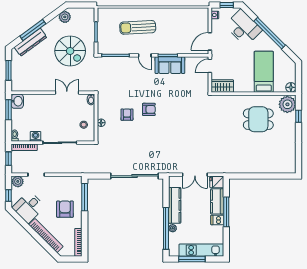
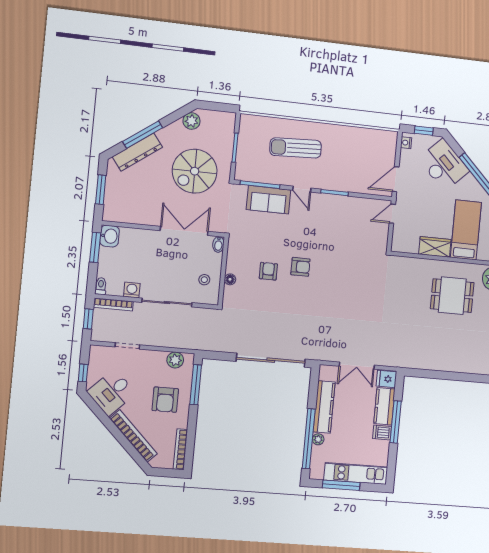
spiral stairs: (70, 51) -> (195, 171), turned 90
sofa: (170, 65) -> (268, 200), moved
wardrobe: (222, 86) -> (435, 247), moved
double door: (67, 93) -> (184, 231), width x1.37
plant: (18, 181) -> (175, 360), moved
armchair: (65, 209) -> (165, 400), turned 180

